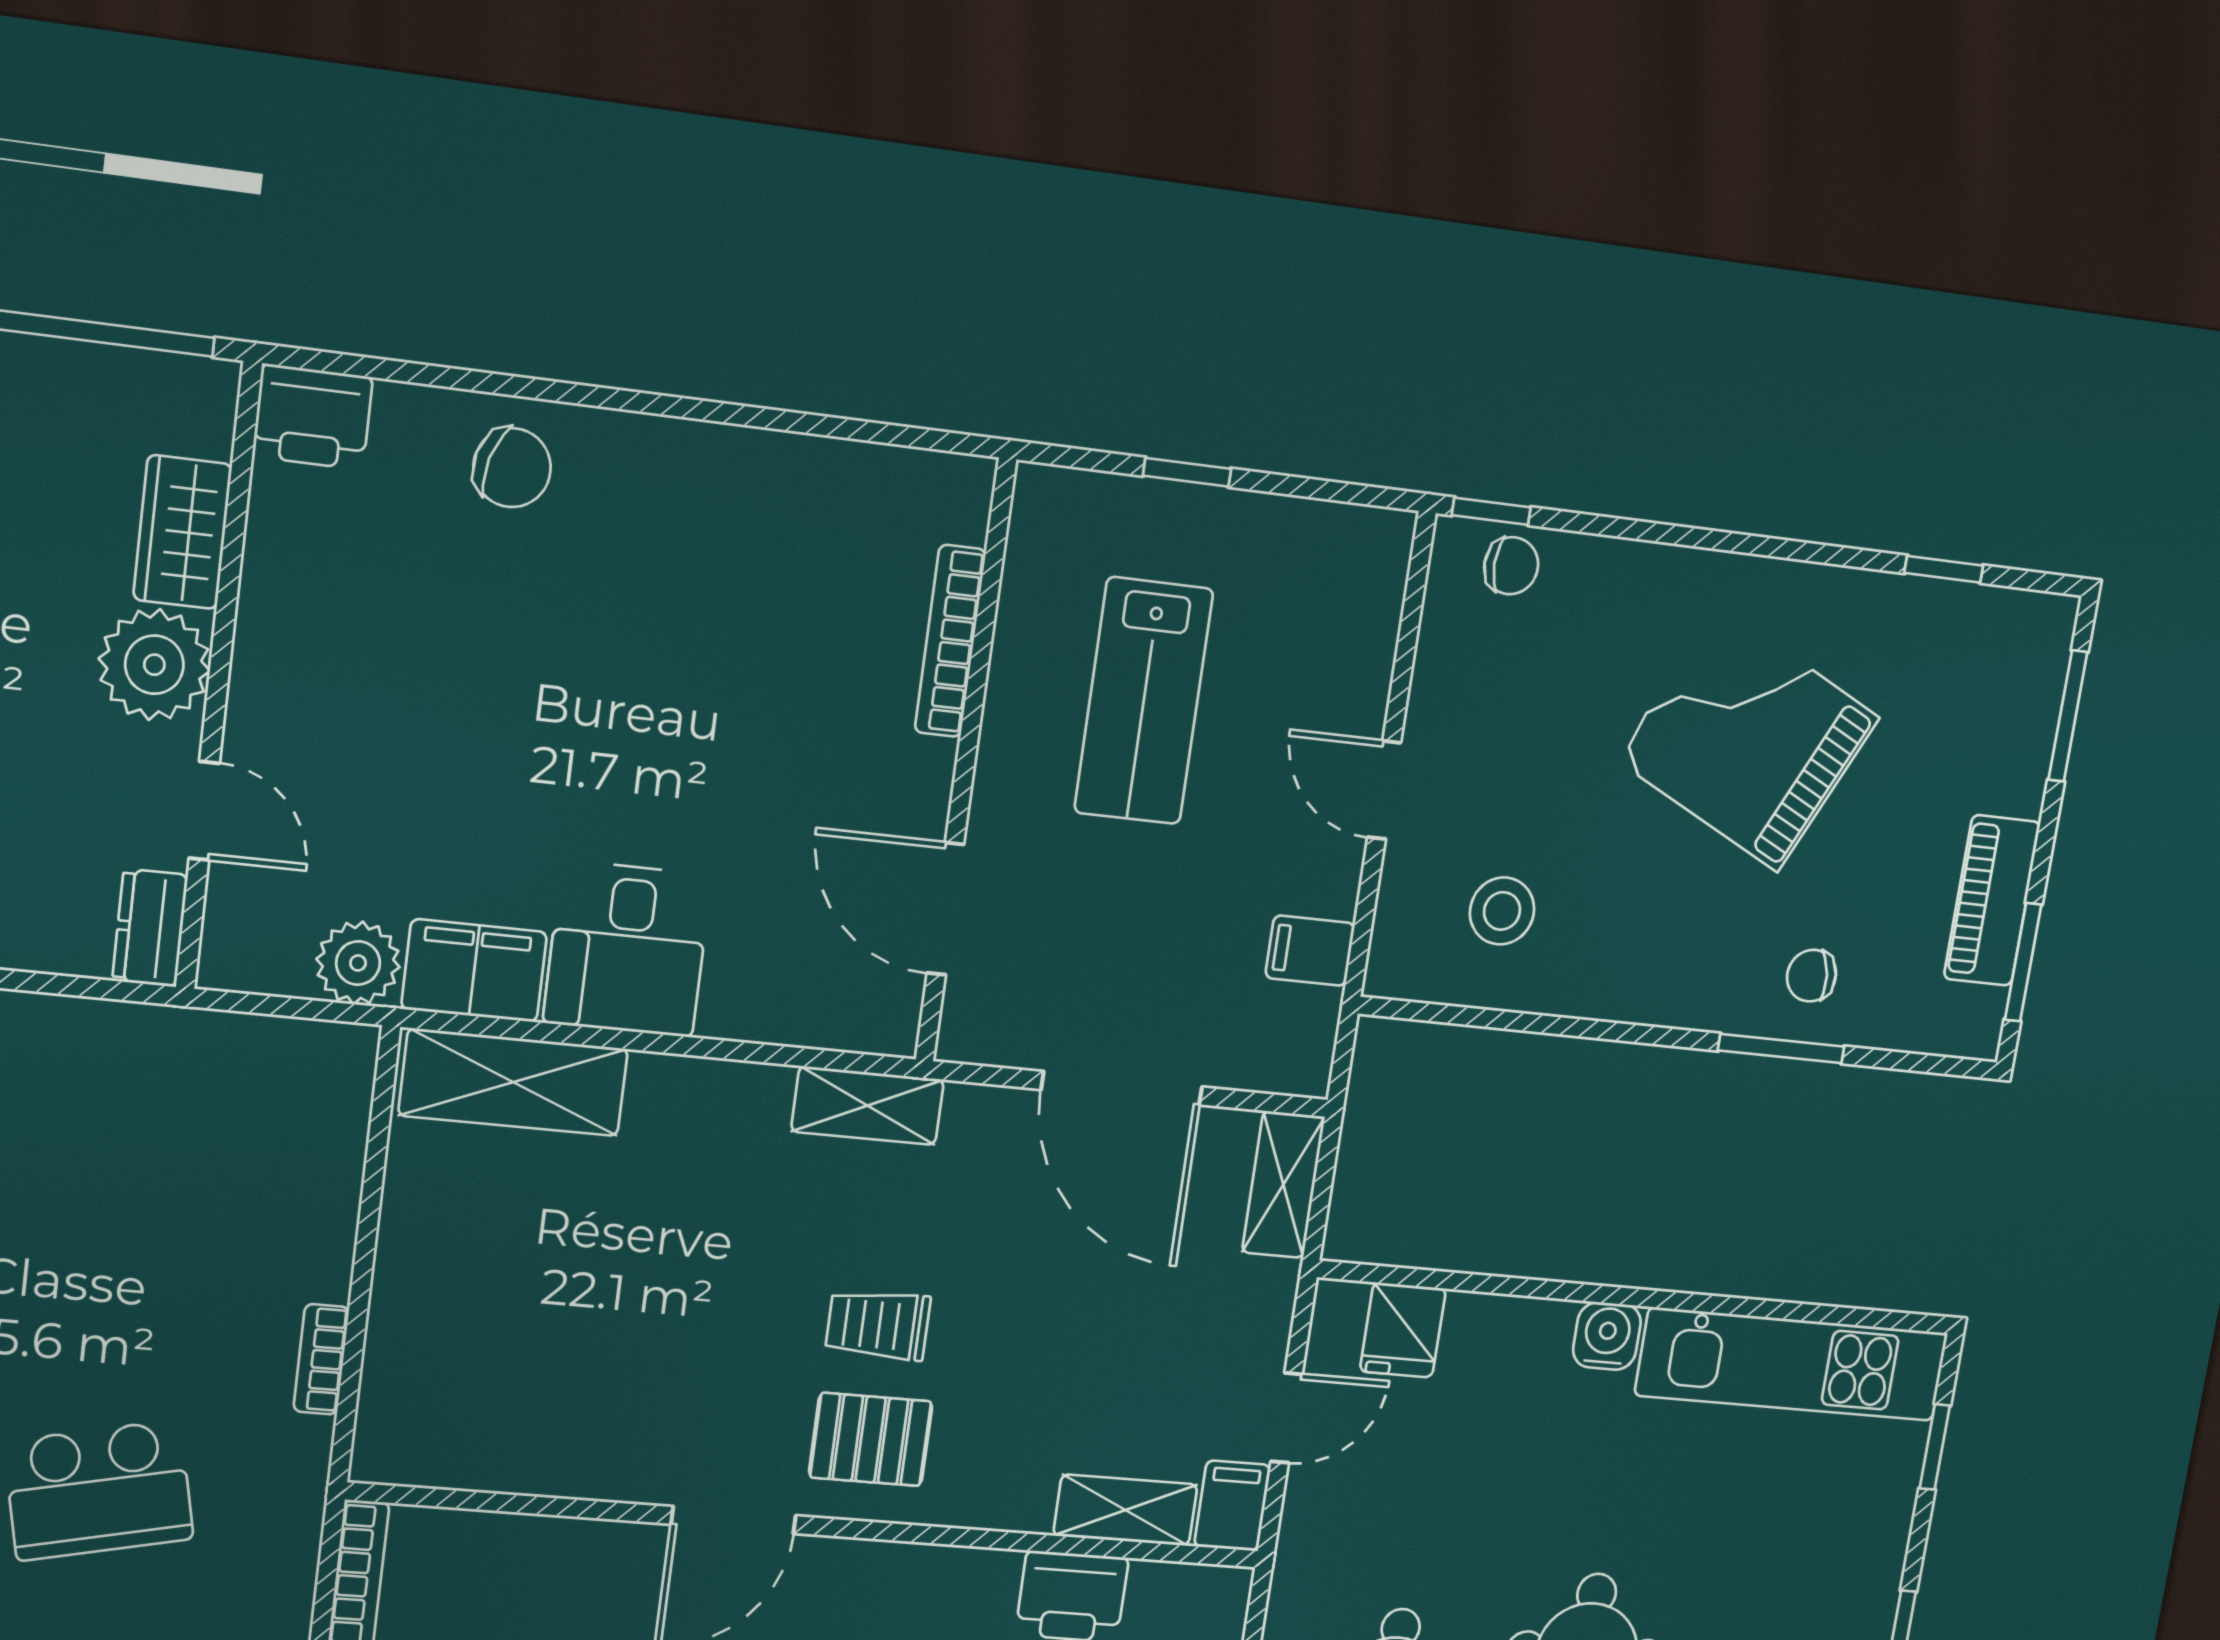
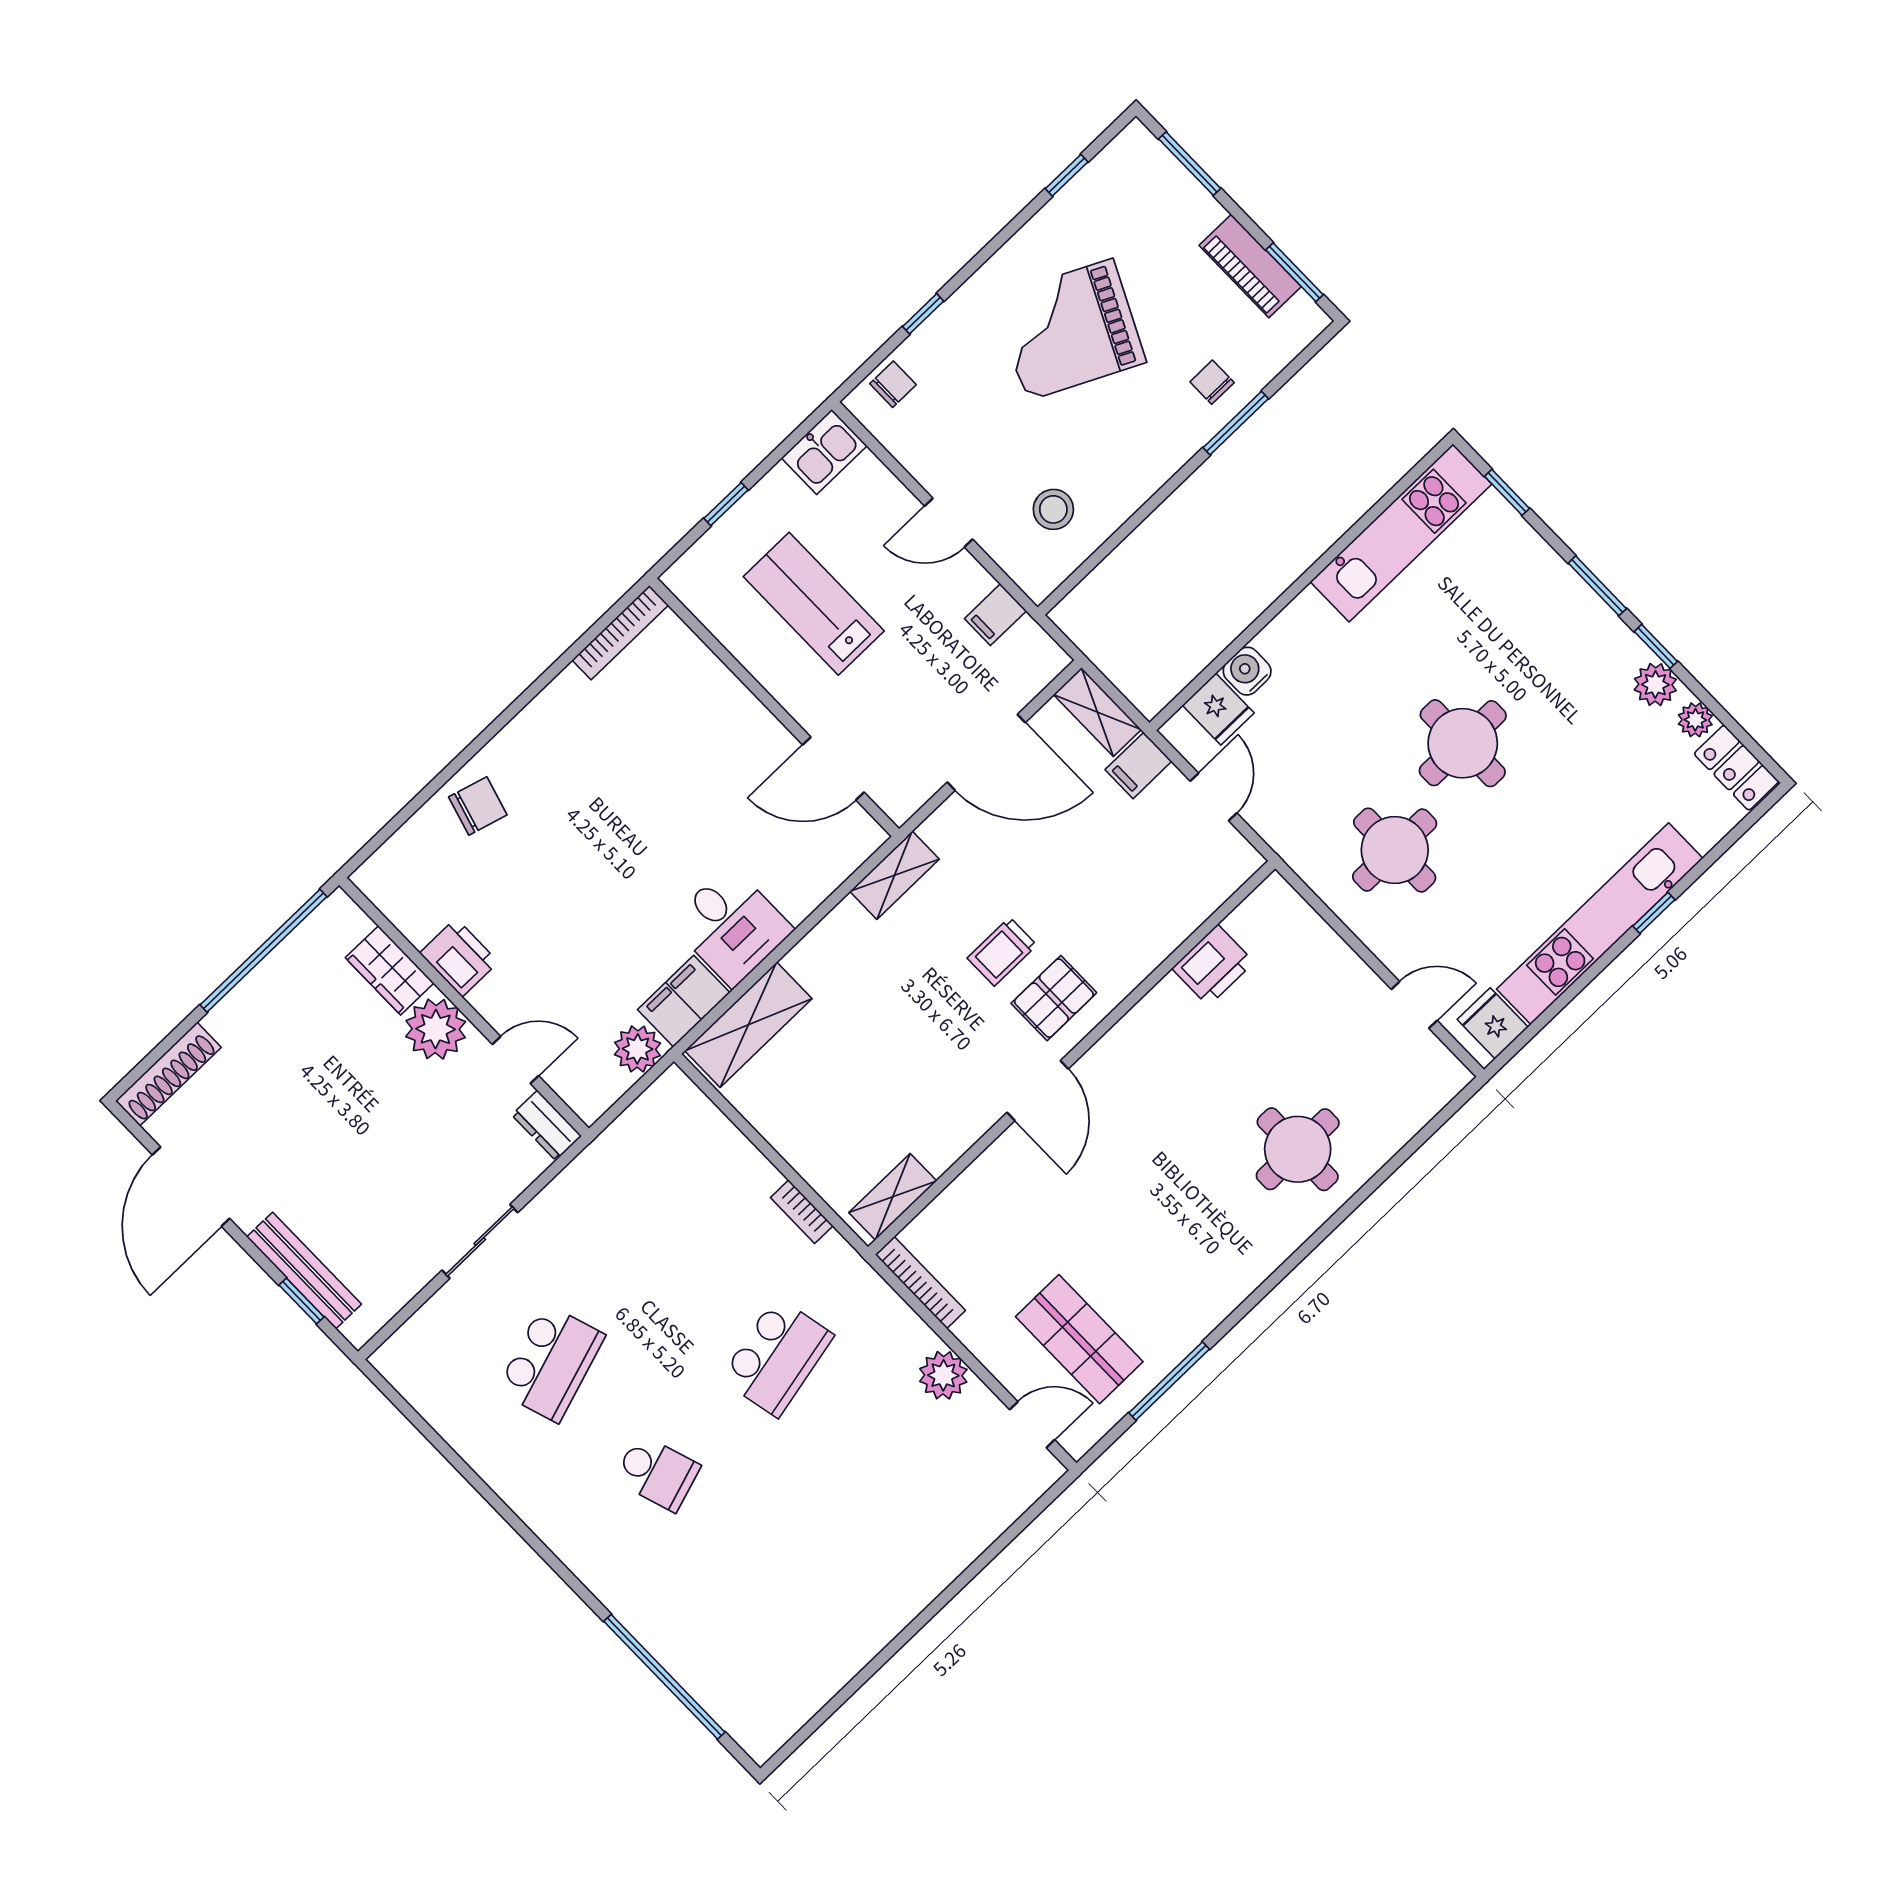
printer: (312, 417) -> (459, 958), moved, turned -90
window: (1491, 511) -> (923, 314), moved
kitchen sink: (1355, 548) -> (824, 452), added
bookcase: (950, 641) -> (620, 633), moved, turned -90
lab bench: (1144, 701) -> (814, 604), turned 180
chair: (1811, 976) -> (1212, 382), turned 98
water cooler: (1607, 1336) -> (1247, 671), moved
filing cabinet: (1232, 1506) -> (1138, 765), moved, turned -90
shelving: (1125, 1510) -> (893, 1197), moved

